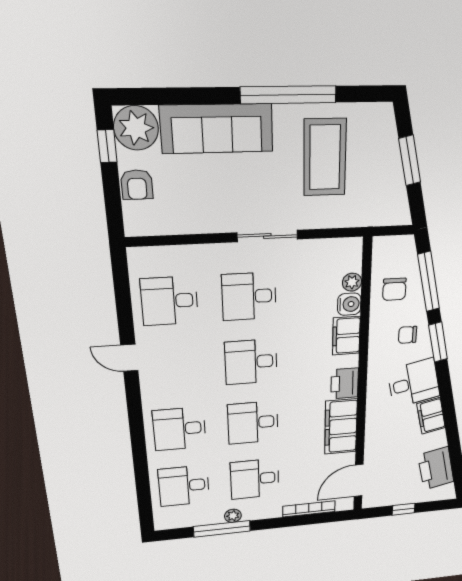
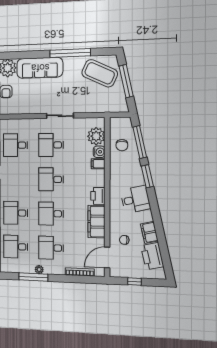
coffee table: (325, 157) -> (100, 73), moved, turned -65
window: (410, 160) -> (126, 81), width x1.44
plant: (352, 282) -> (96, 136), width x1.88, depth x1.88
chair: (408, 335) -> (124, 240), moved
filing cabinet: (346, 336) -> (98, 164), width x0.50
filing cabinet: (431, 416) -> (149, 232), moved

